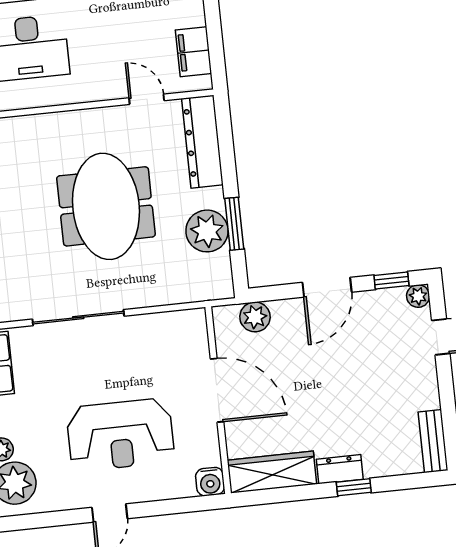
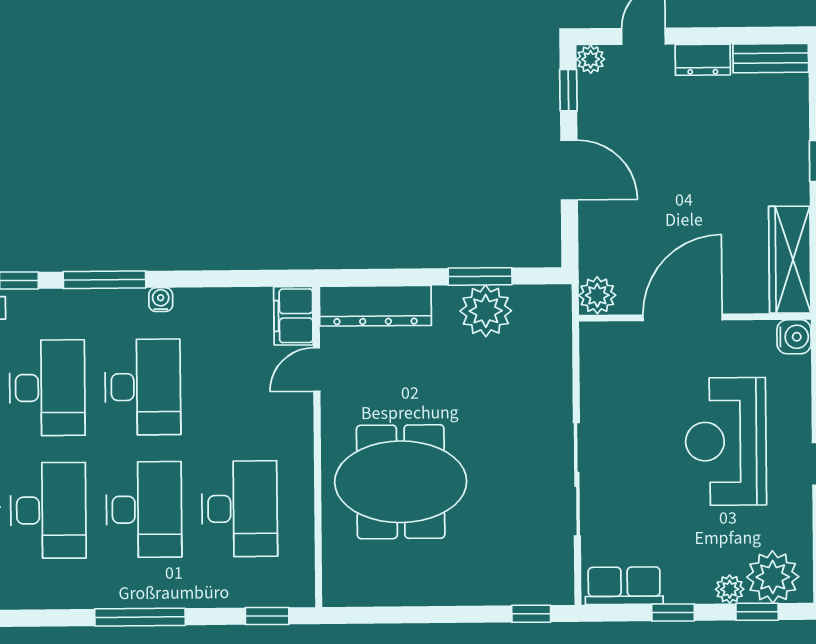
filing cabinet: (193, 52) -> (293, 316), moved, turned 90
meeting table: (106, 206) -> (401, 482), moved
plant: (255, 317) -> (597, 295), moved
reception desk: (120, 435) -> (726, 441), turned 180
dresser: (340, 469) -> (703, 60), moved, turned -90

